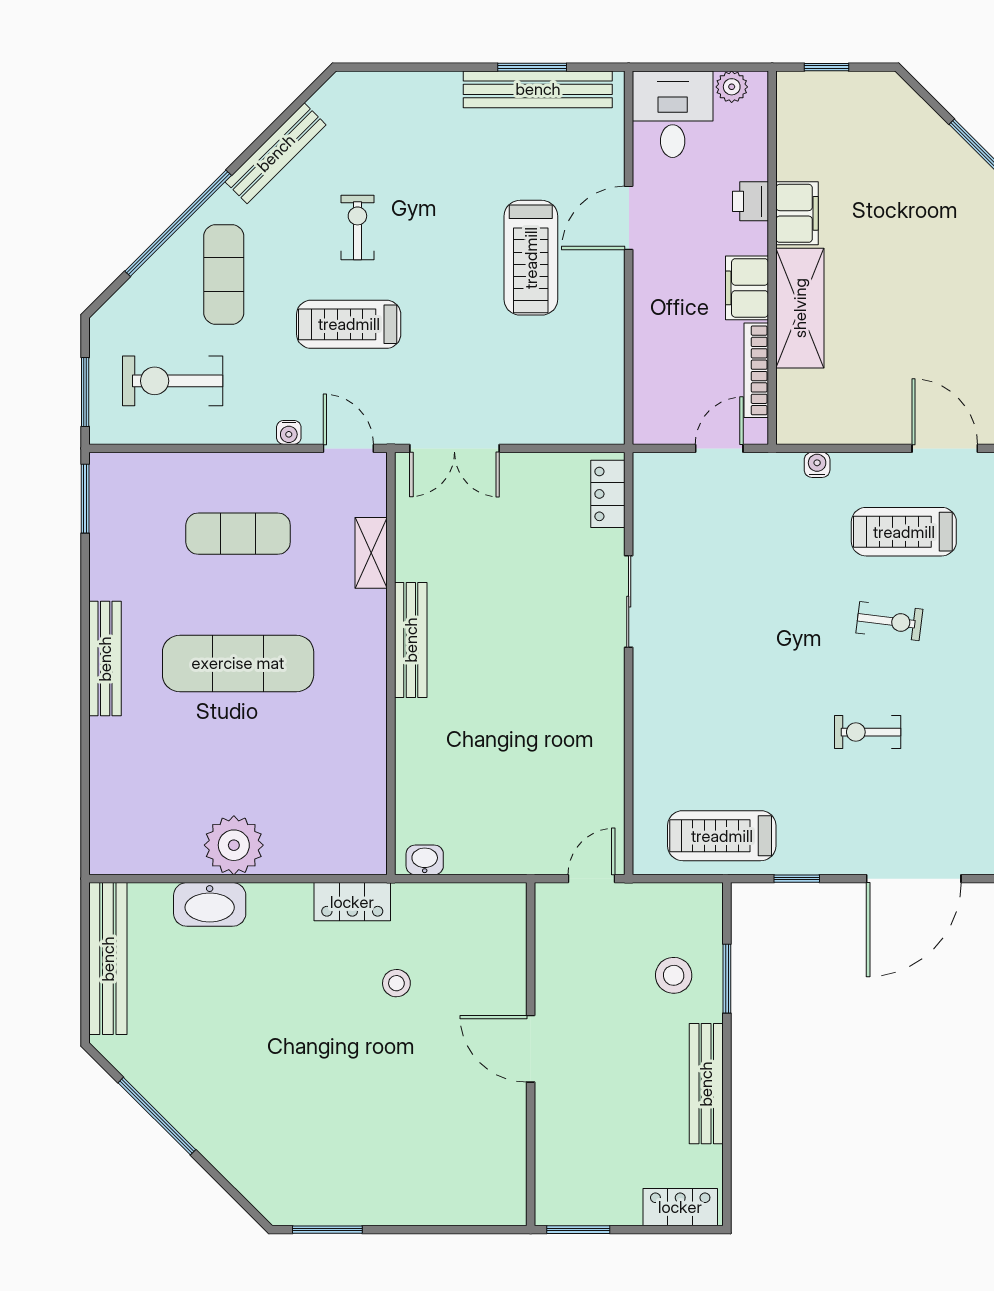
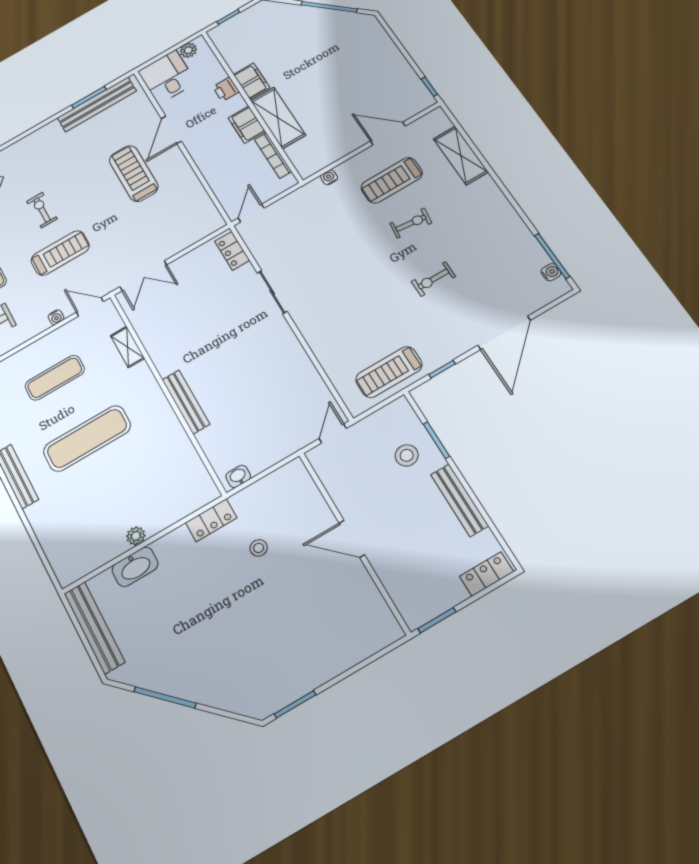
treadmill: (531, 258) -> (134, 173), turned 180
treadmill: (349, 324) -> (60, 253), turned 180
door: (719, 448) -> (251, 213), moved
bench: (411, 640) -> (186, 402), moved
plant: (234, 845) -> (136, 536), width x0.53, depth x0.53

